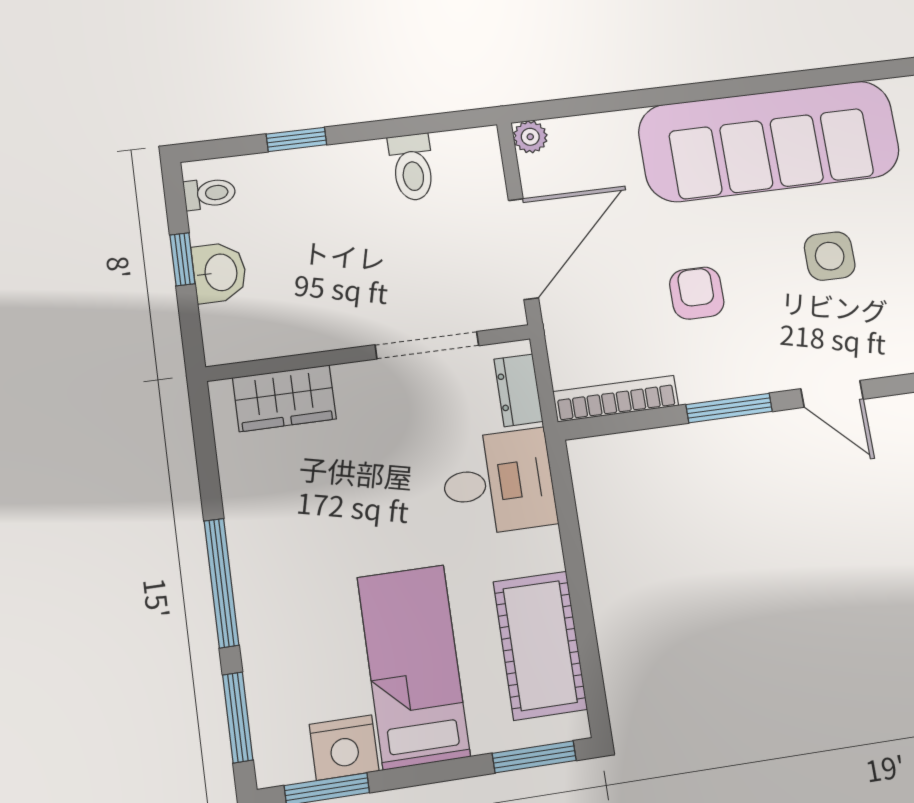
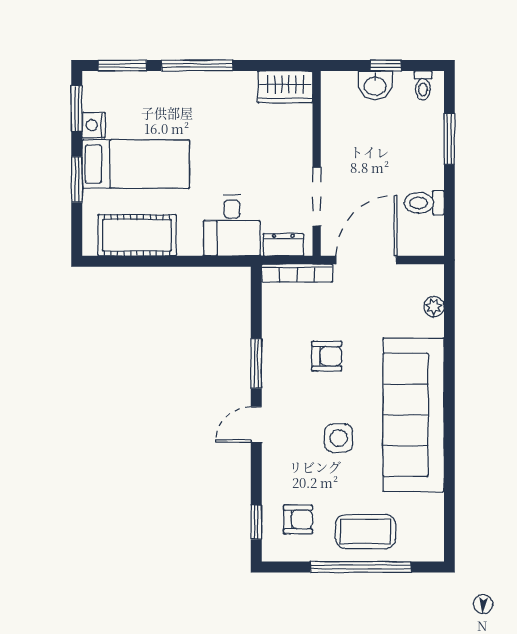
plant: (530, 137) -> (434, 307), moved
window: (296, 139) -> (449, 139), width x1.50
door: (523, 249) -> (366, 260), swing flipped
wardrobe: (284, 398) -> (285, 87), moved, turned -90
bookcase: (616, 399) -> (297, 273), moved, turned 90
nightstand: (344, 748) -> (94, 125), width x0.74, depth x0.75
window: (534, 757) -> (77, 179), moved

